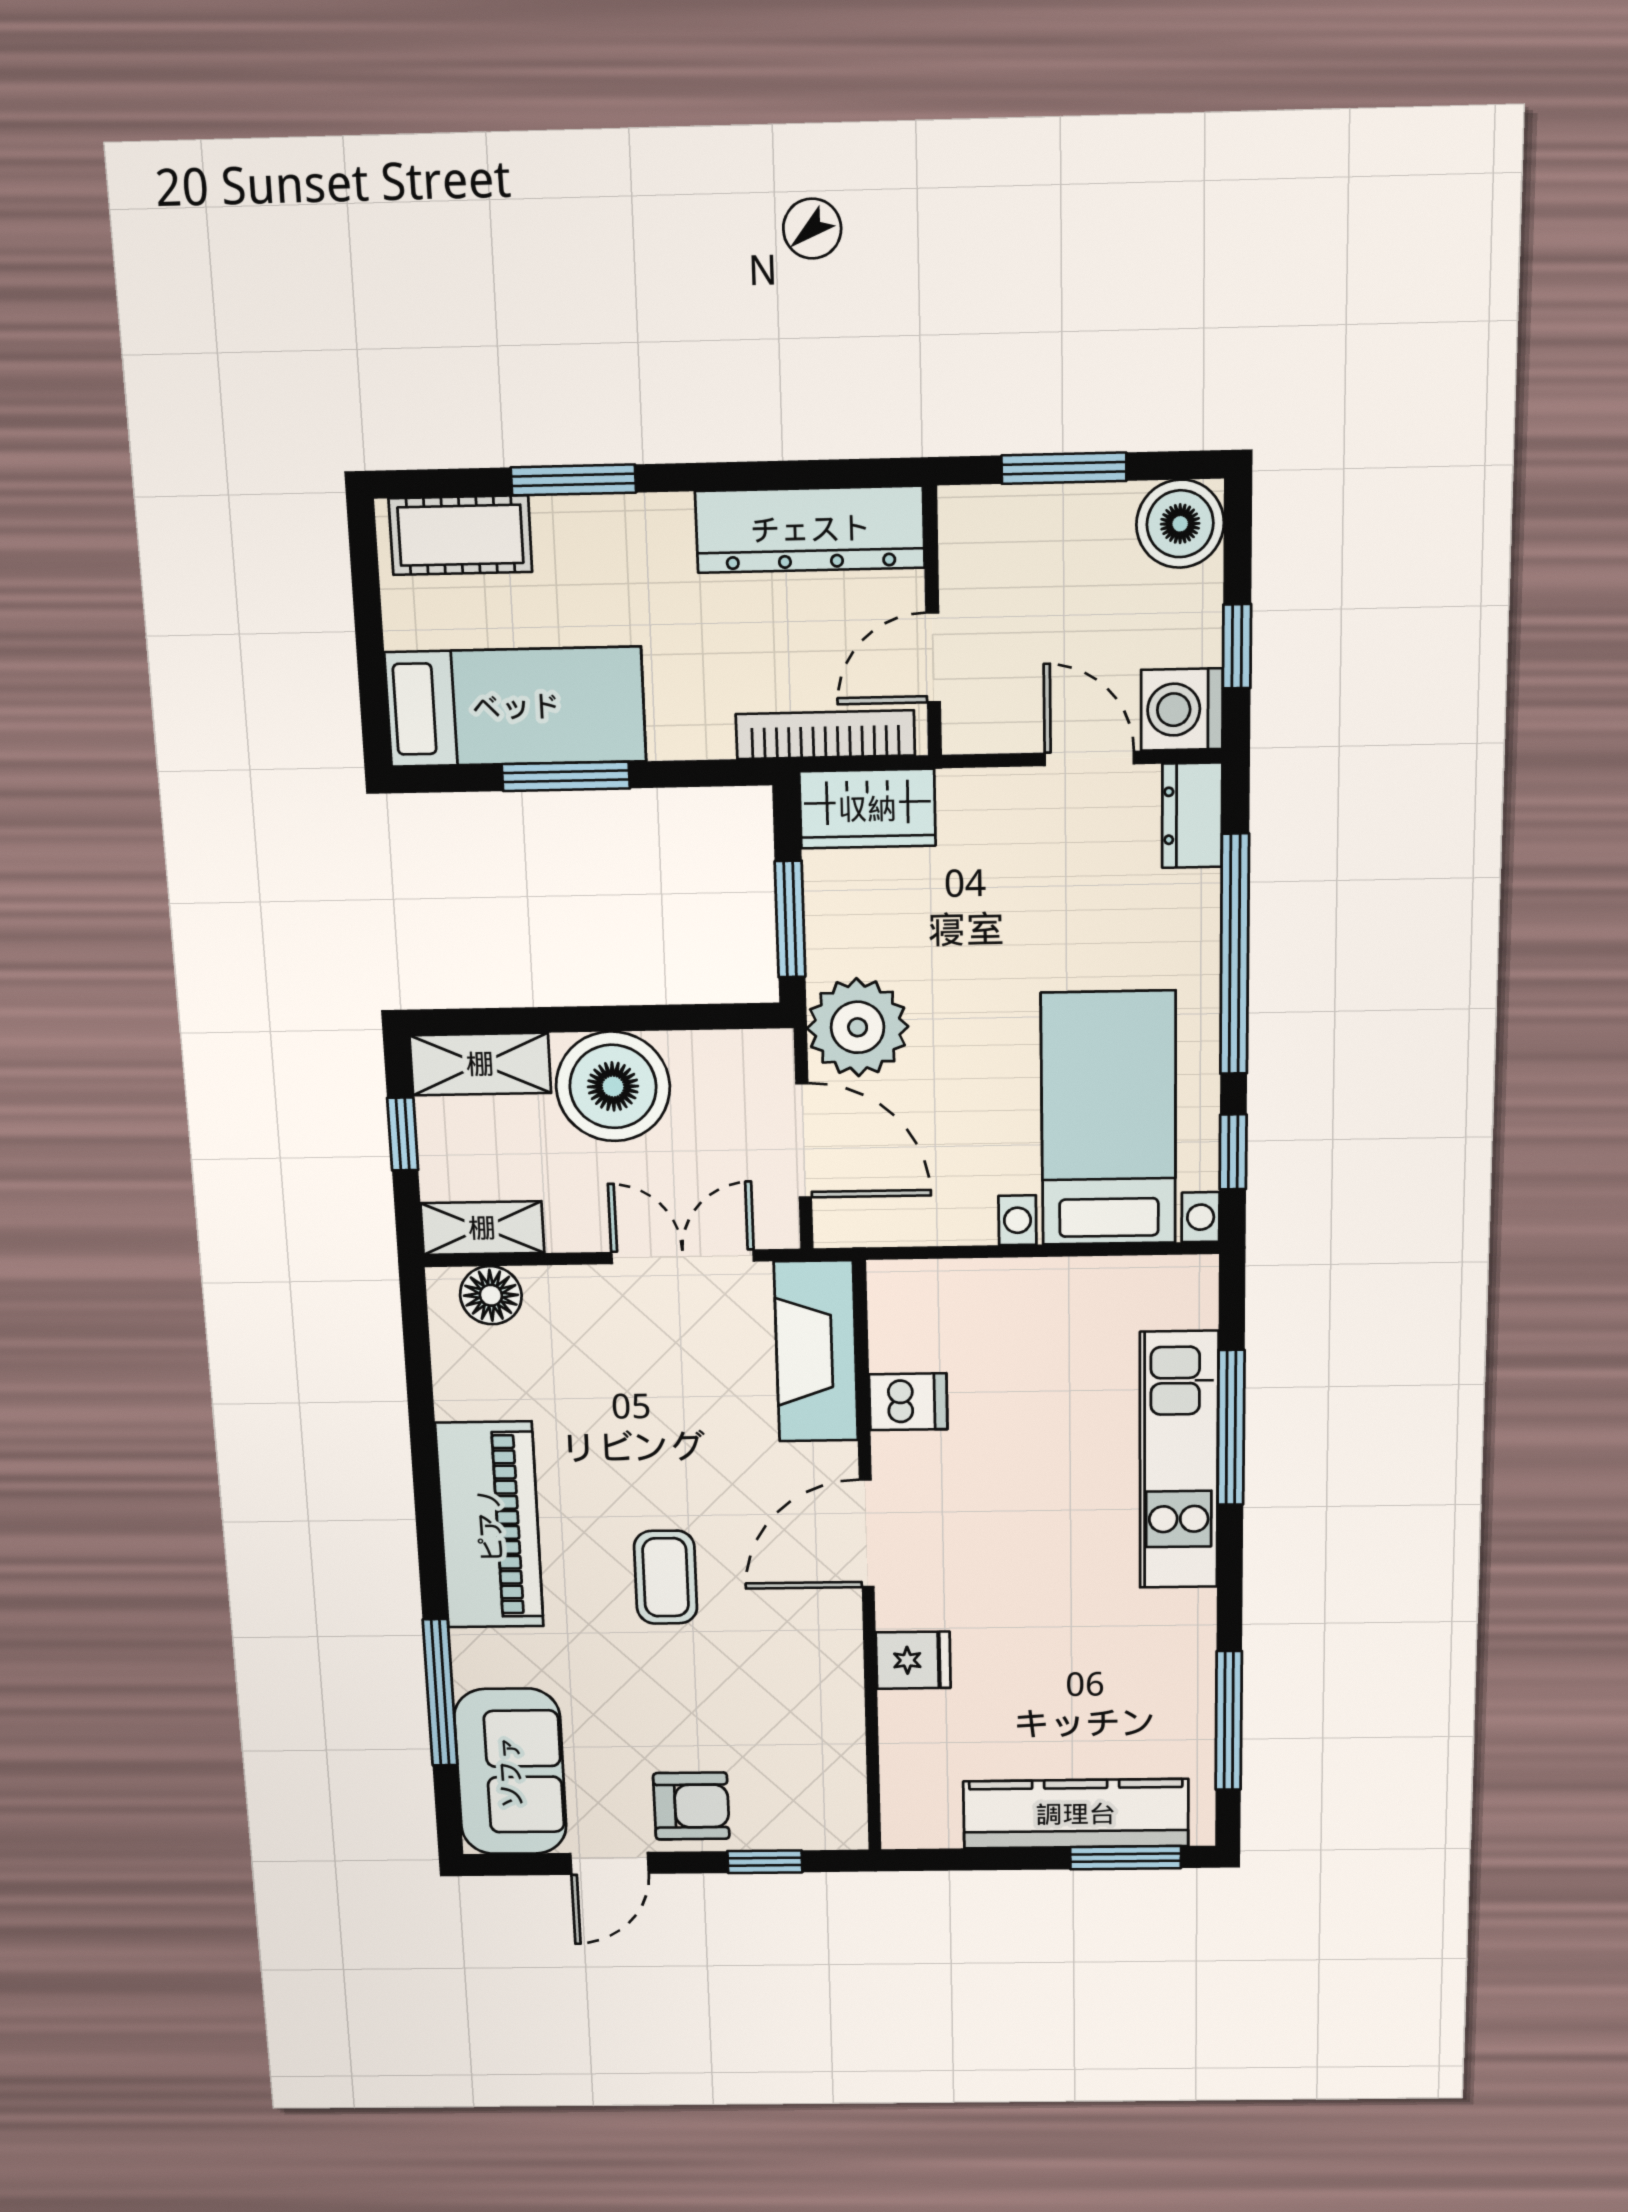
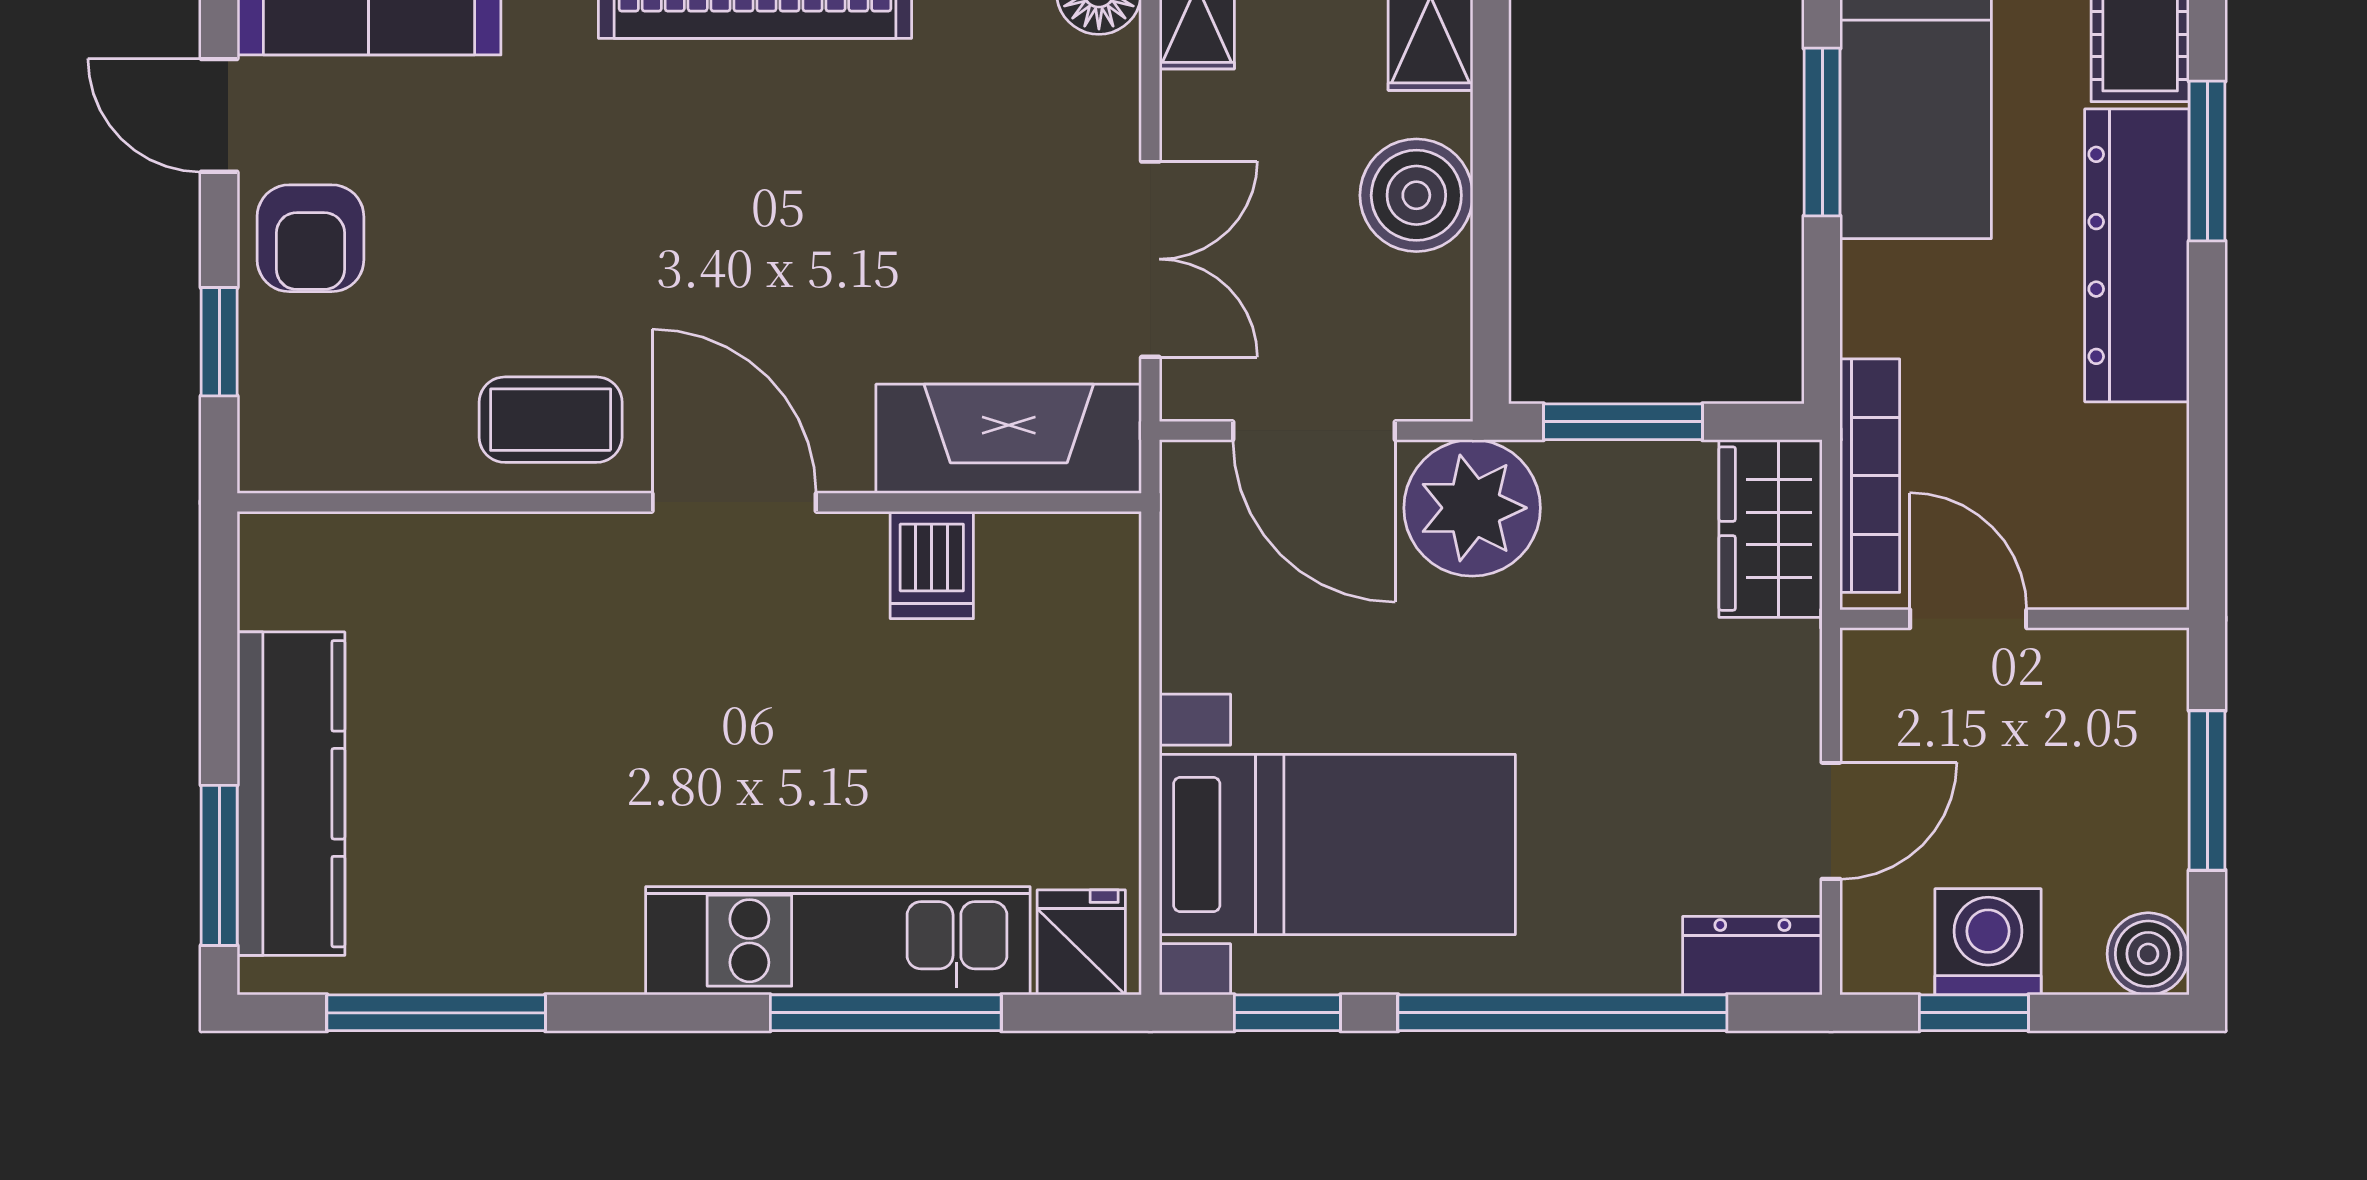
boiler: (1180, 524) -> (2148, 954), width x0.73, depth x0.73
dresser: (810, 529) -> (2137, 255), moved
washing machine: (1182, 709) -> (1988, 942), moved
boiler: (613, 1086) -> (1416, 195), width x0.73, depth x0.73
door: (804, 1141) -> (1314, 431), hinge flipped
coffee table: (666, 1577) -> (551, 420), moved
fridge: (913, 1660) -> (1081, 942), moved, turned 180

